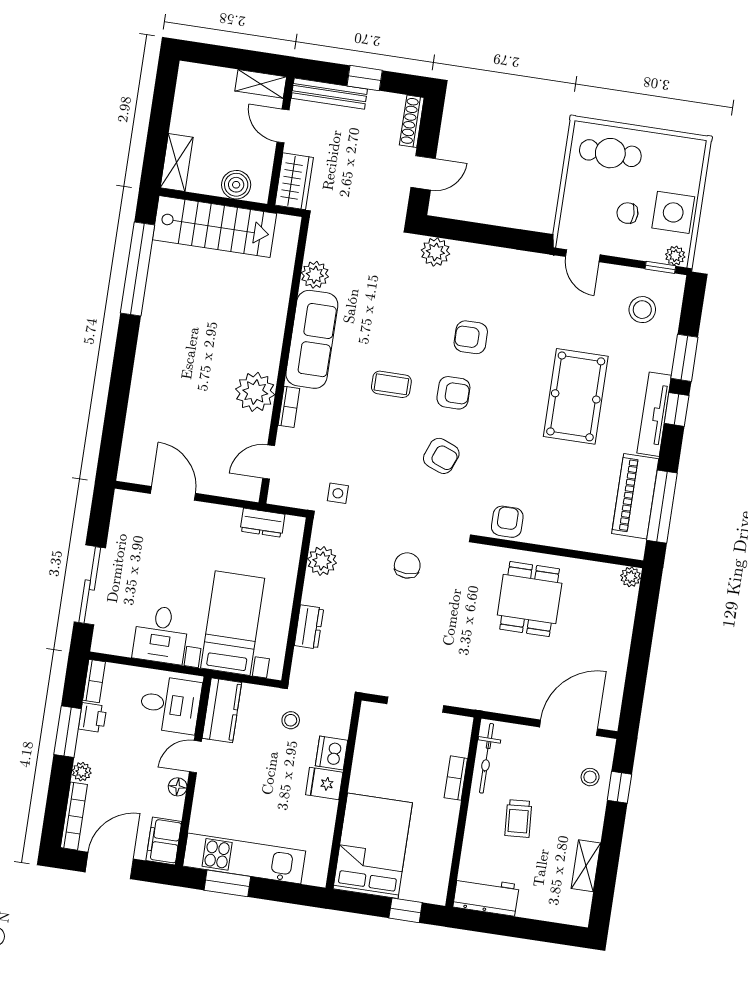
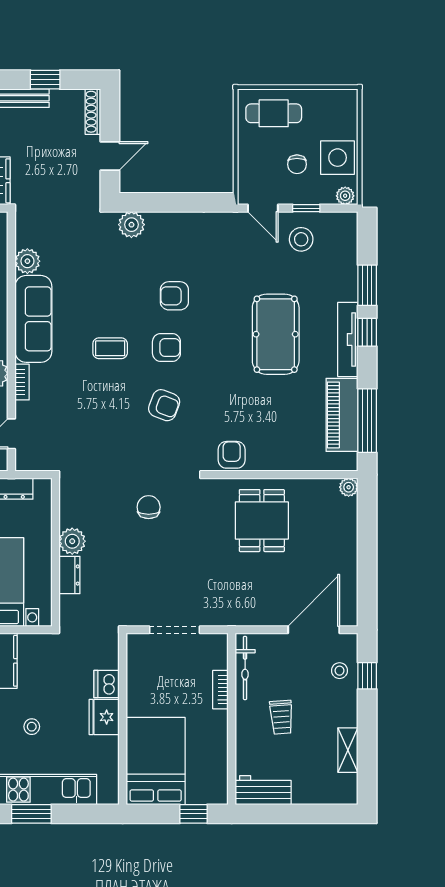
chair: (627, 213) -> (297, 164), turned -90
window: (660, 267) -> (306, 208), moved
stool: (642, 310) -> (301, 239), moved
side table: (338, 493) -> (77, 452), removed
plant: (322, 561) -> (72, 541), moved
stool: (291, 720) -> (32, 727), moved
fridge: (324, 784) -> (104, 717), width x1.38

